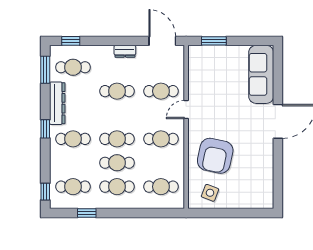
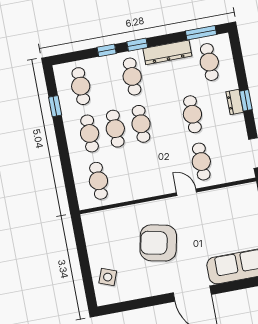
window: (71, 41) -> (246, 100), moved
dresser: (125, 51) -> (235, 102), moved
cafe table: (161, 139) -> (150, 171), removed
armchair: (215, 156) -> (158, 243), moved
window: (45, 192) -> (107, 50), moved
side table: (210, 193) -> (108, 277), moved

